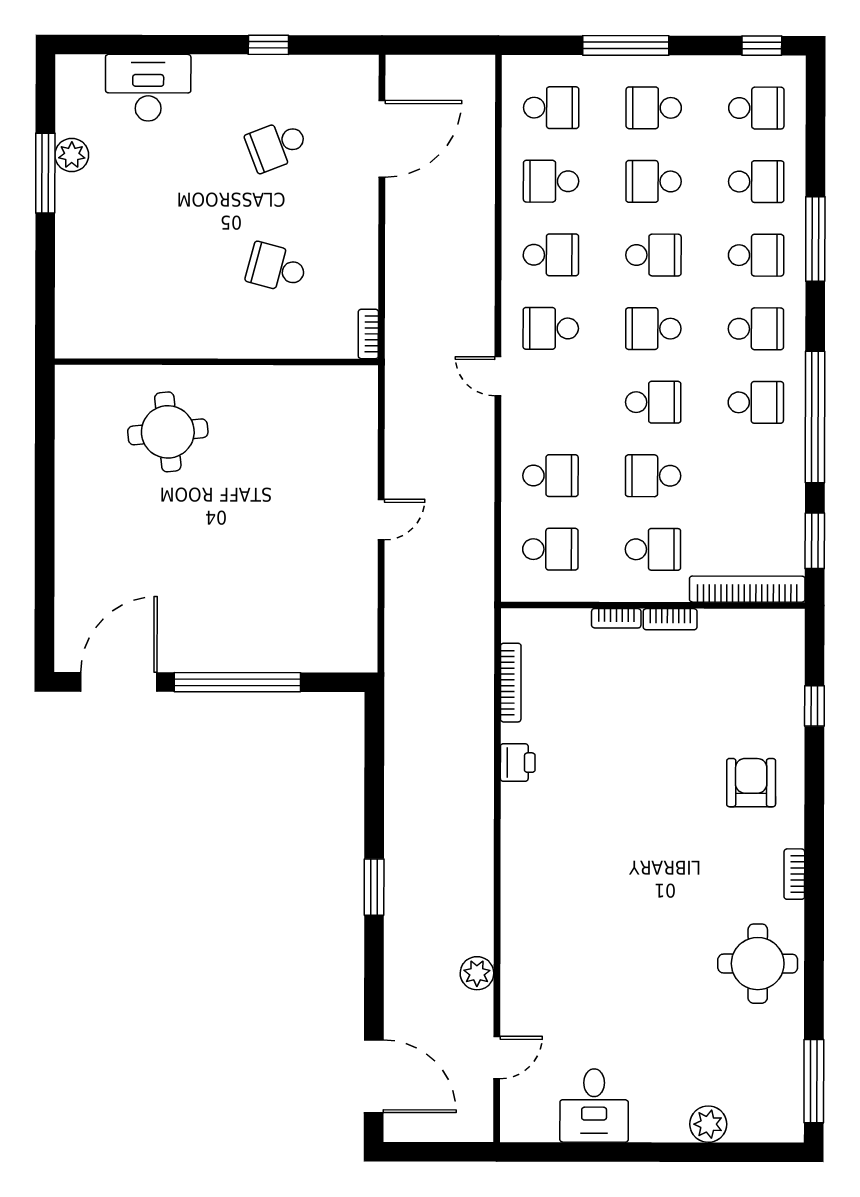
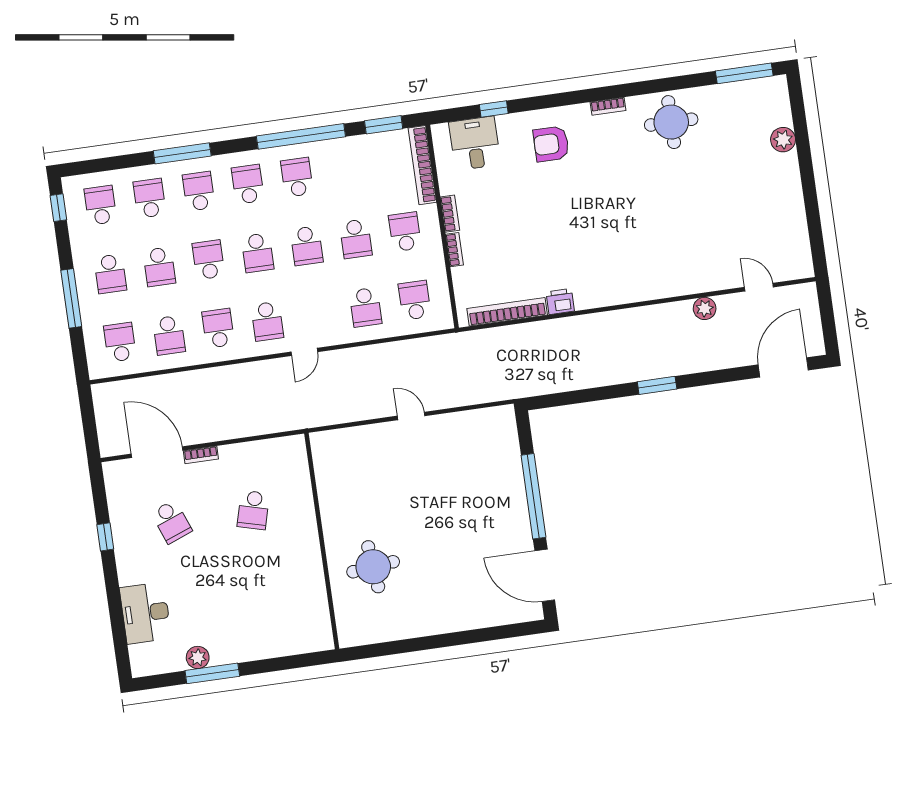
bookcase: (368, 334) -> (201, 455), moved
school desk: (653, 402) -> (307, 246), turned 180
school desk: (550, 476) -> (366, 307), turned 180
bookcase: (511, 683) -> (507, 312), width x1.48, depth x1.31
desk: (594, 1106) -> (475, 143), moved, turned -90

